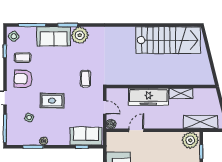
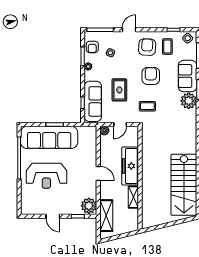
armchair: (53, 75) -> (151, 76), added
rug: (52, 101) -> (119, 90), moved
door: (136, 130) -> (98, 173), moved
sofa: (86, 136) -> (93, 101), width x1.36
armchair: (23, 137) -> (92, 47), added

